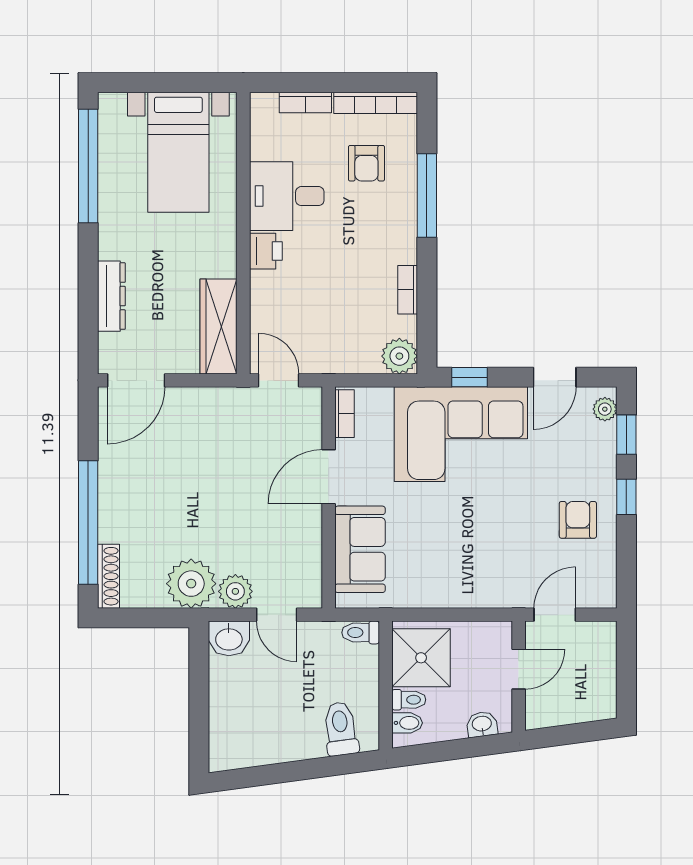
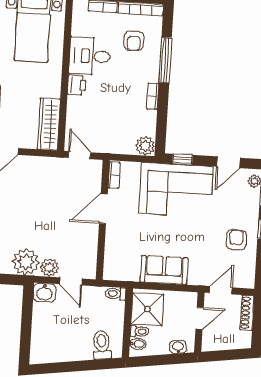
bookcase: (408, 290) -> (153, 96), moved
sofa: (360, 549) -> (164, 270), moved, turned -90
shoe rack: (606, 654) -> (247, 313), added

